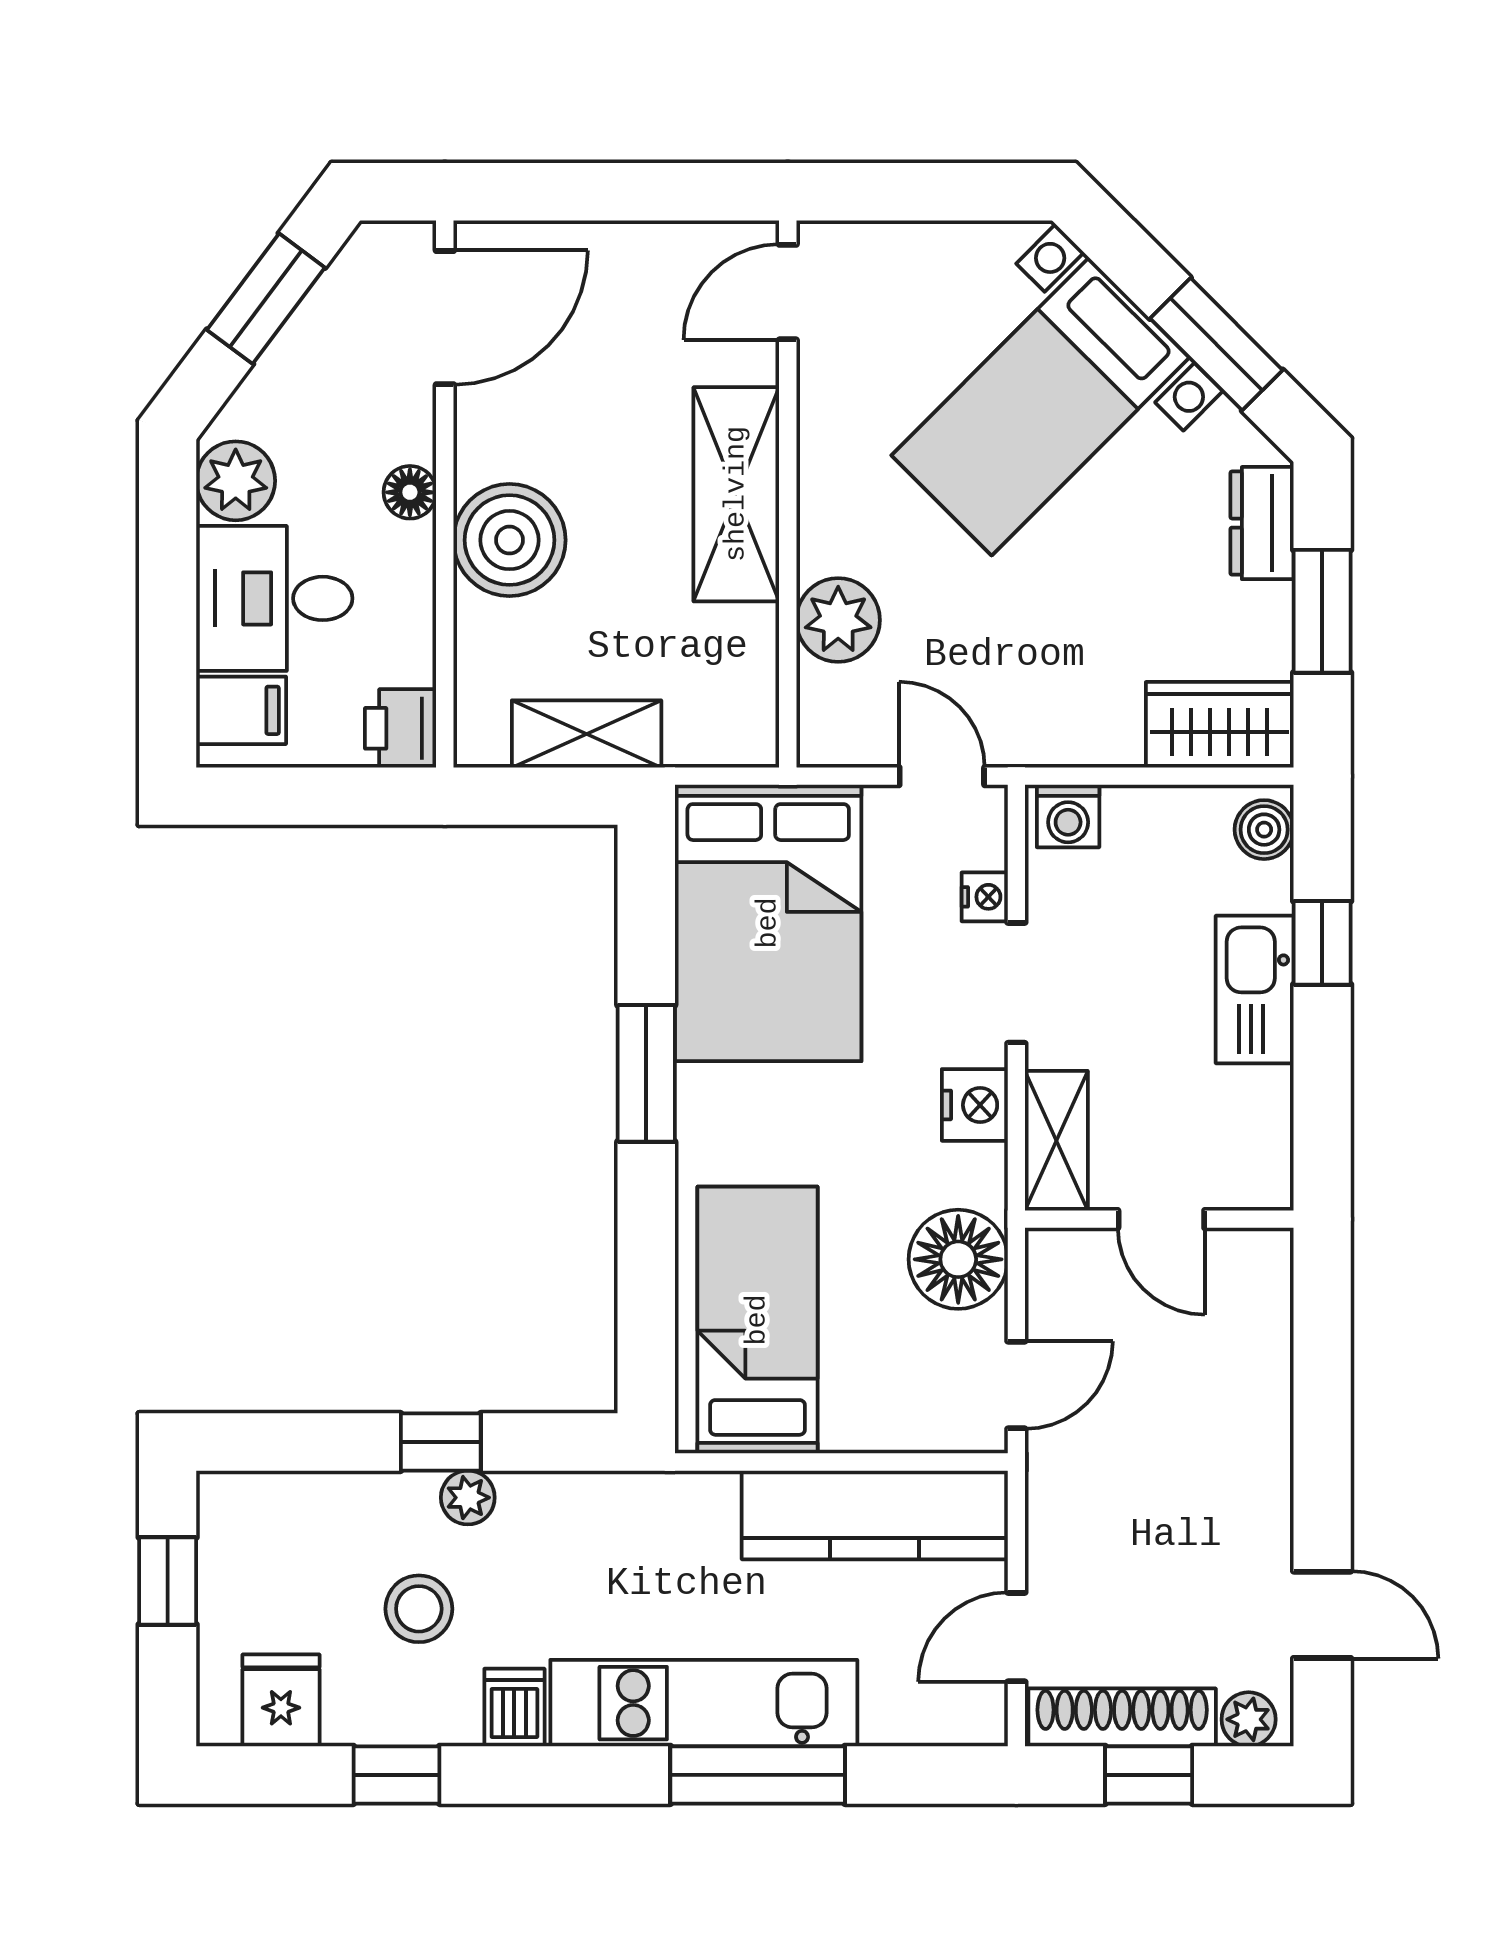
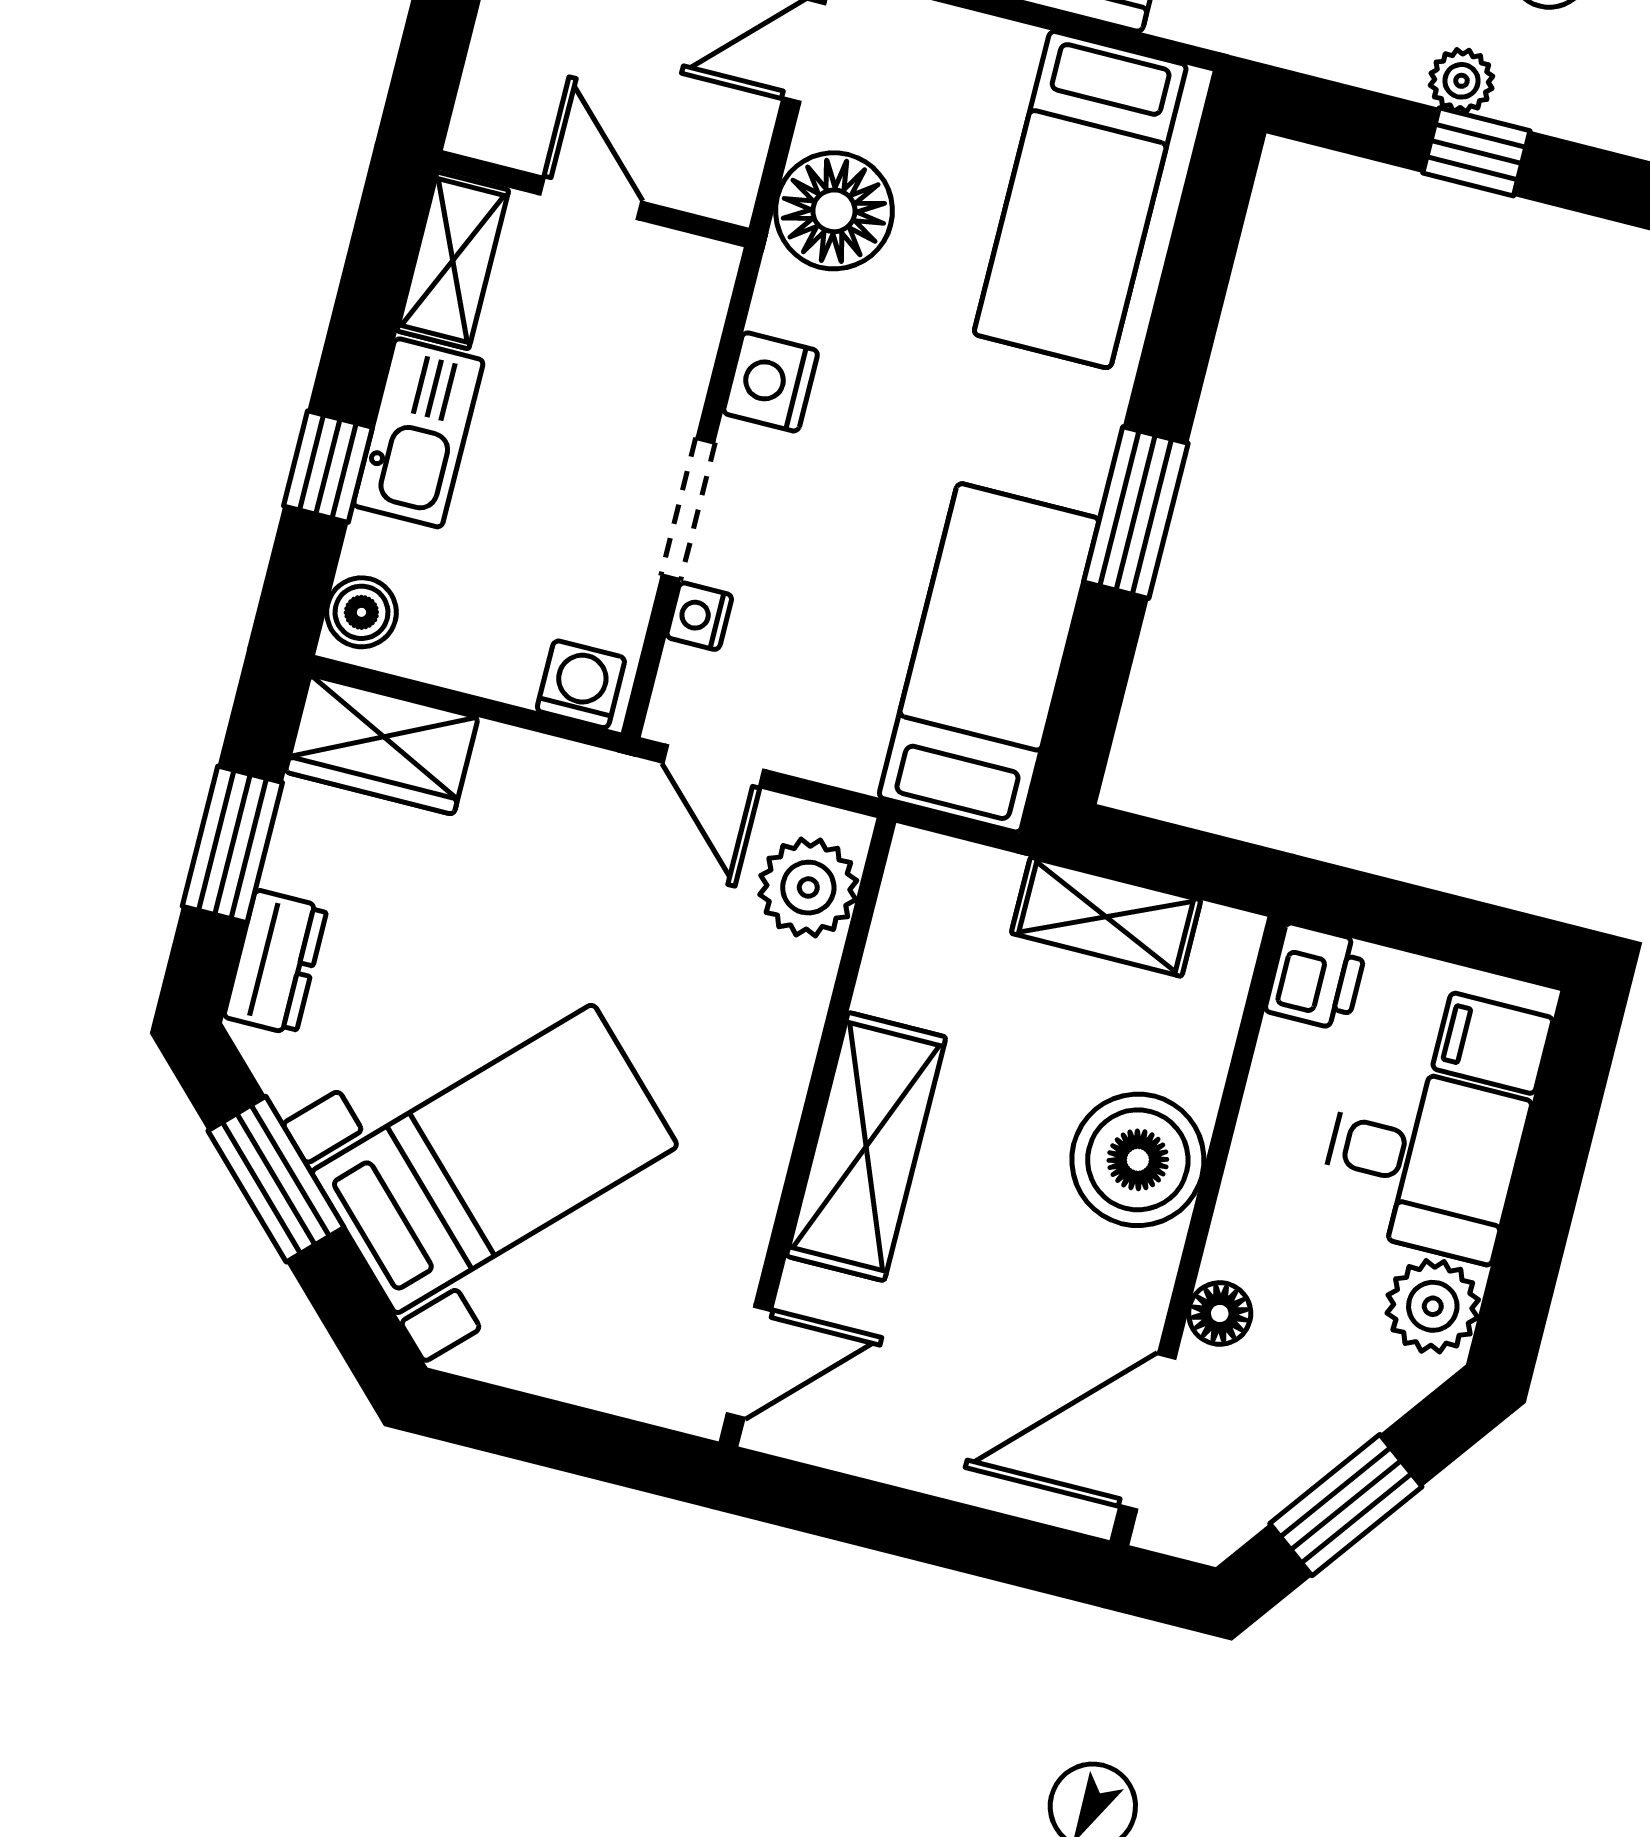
floor lamp: (410, 492) -> (1220, 1313), moved
plant: (838, 620) -> (808, 888), moved
bed: (768, 923) -> (989, 658), width x0.67
shelving: (1056, 1141) -> (453, 260), moved

